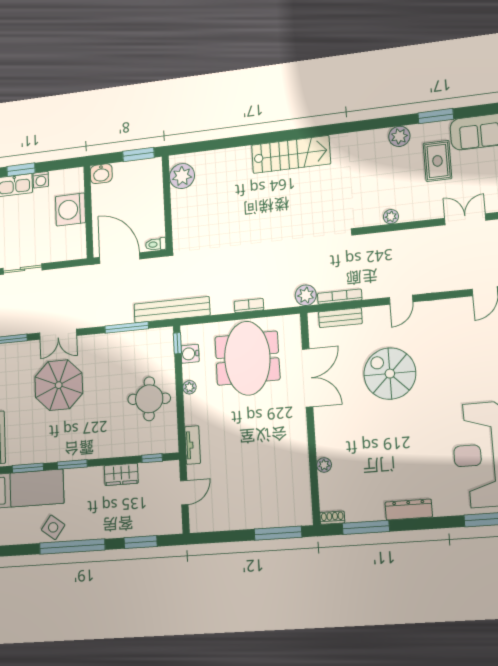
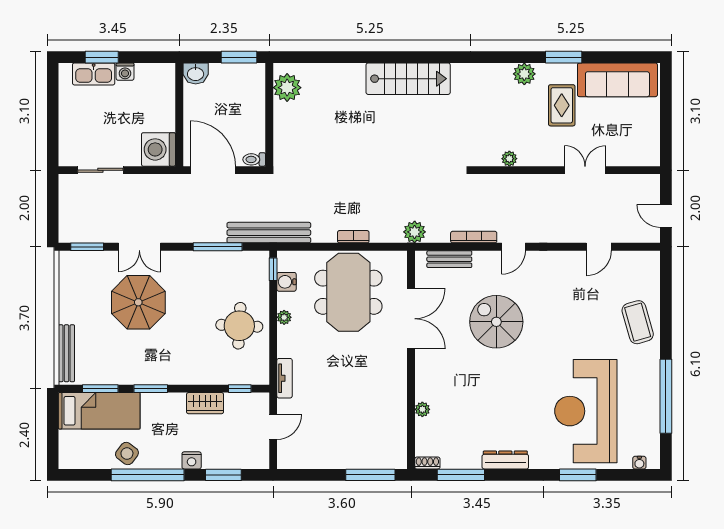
washing machine: (70, 210) -> (158, 149), moved
bookcase: (340, 297) -> (474, 237), moved
nightstand: (111, 530) -> (192, 460), added

